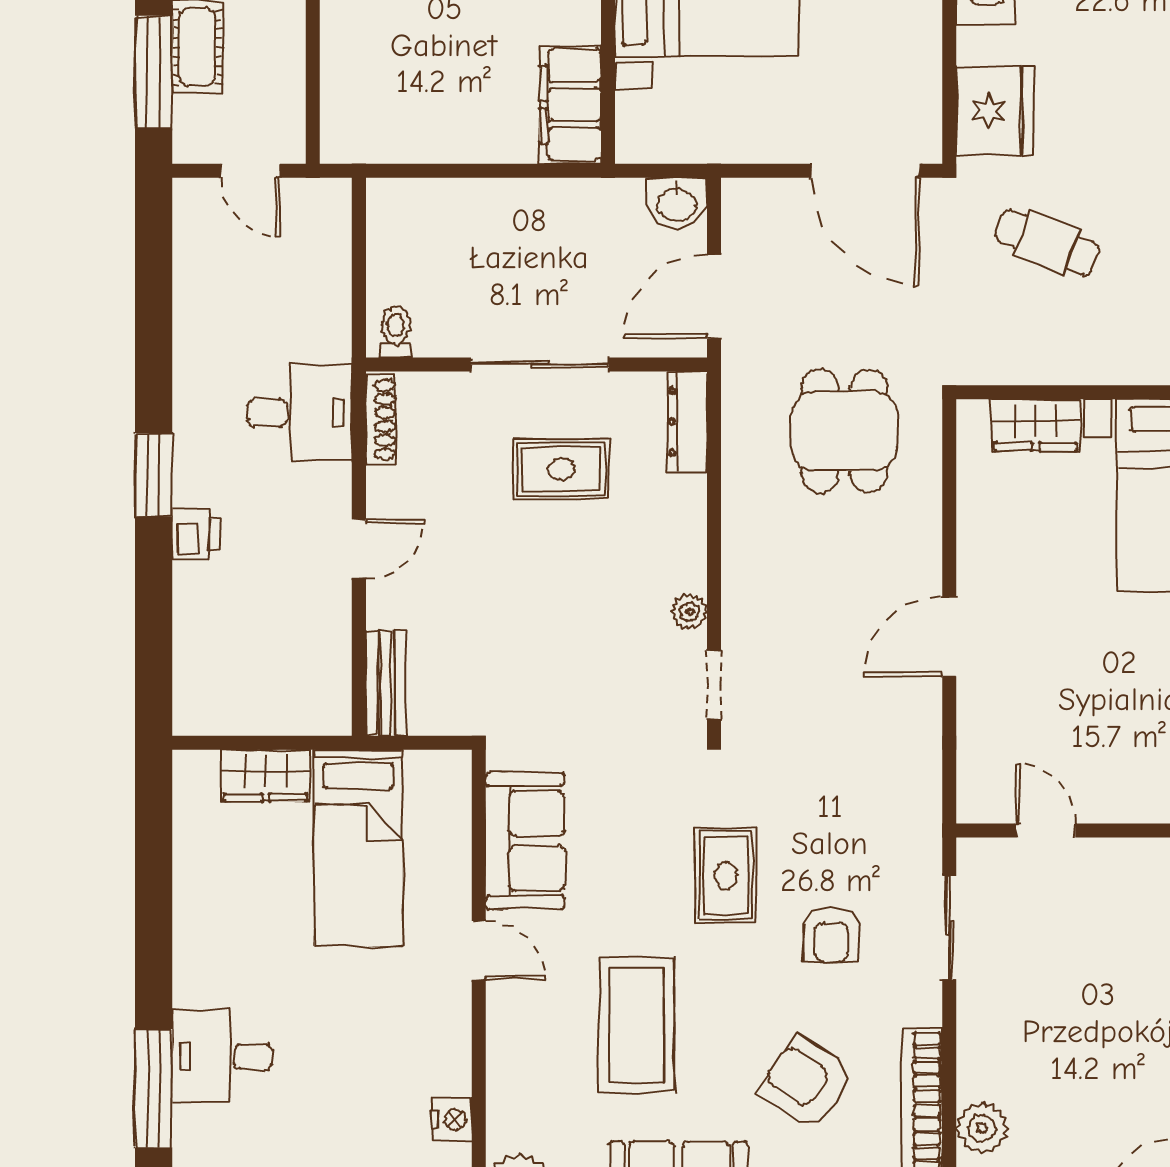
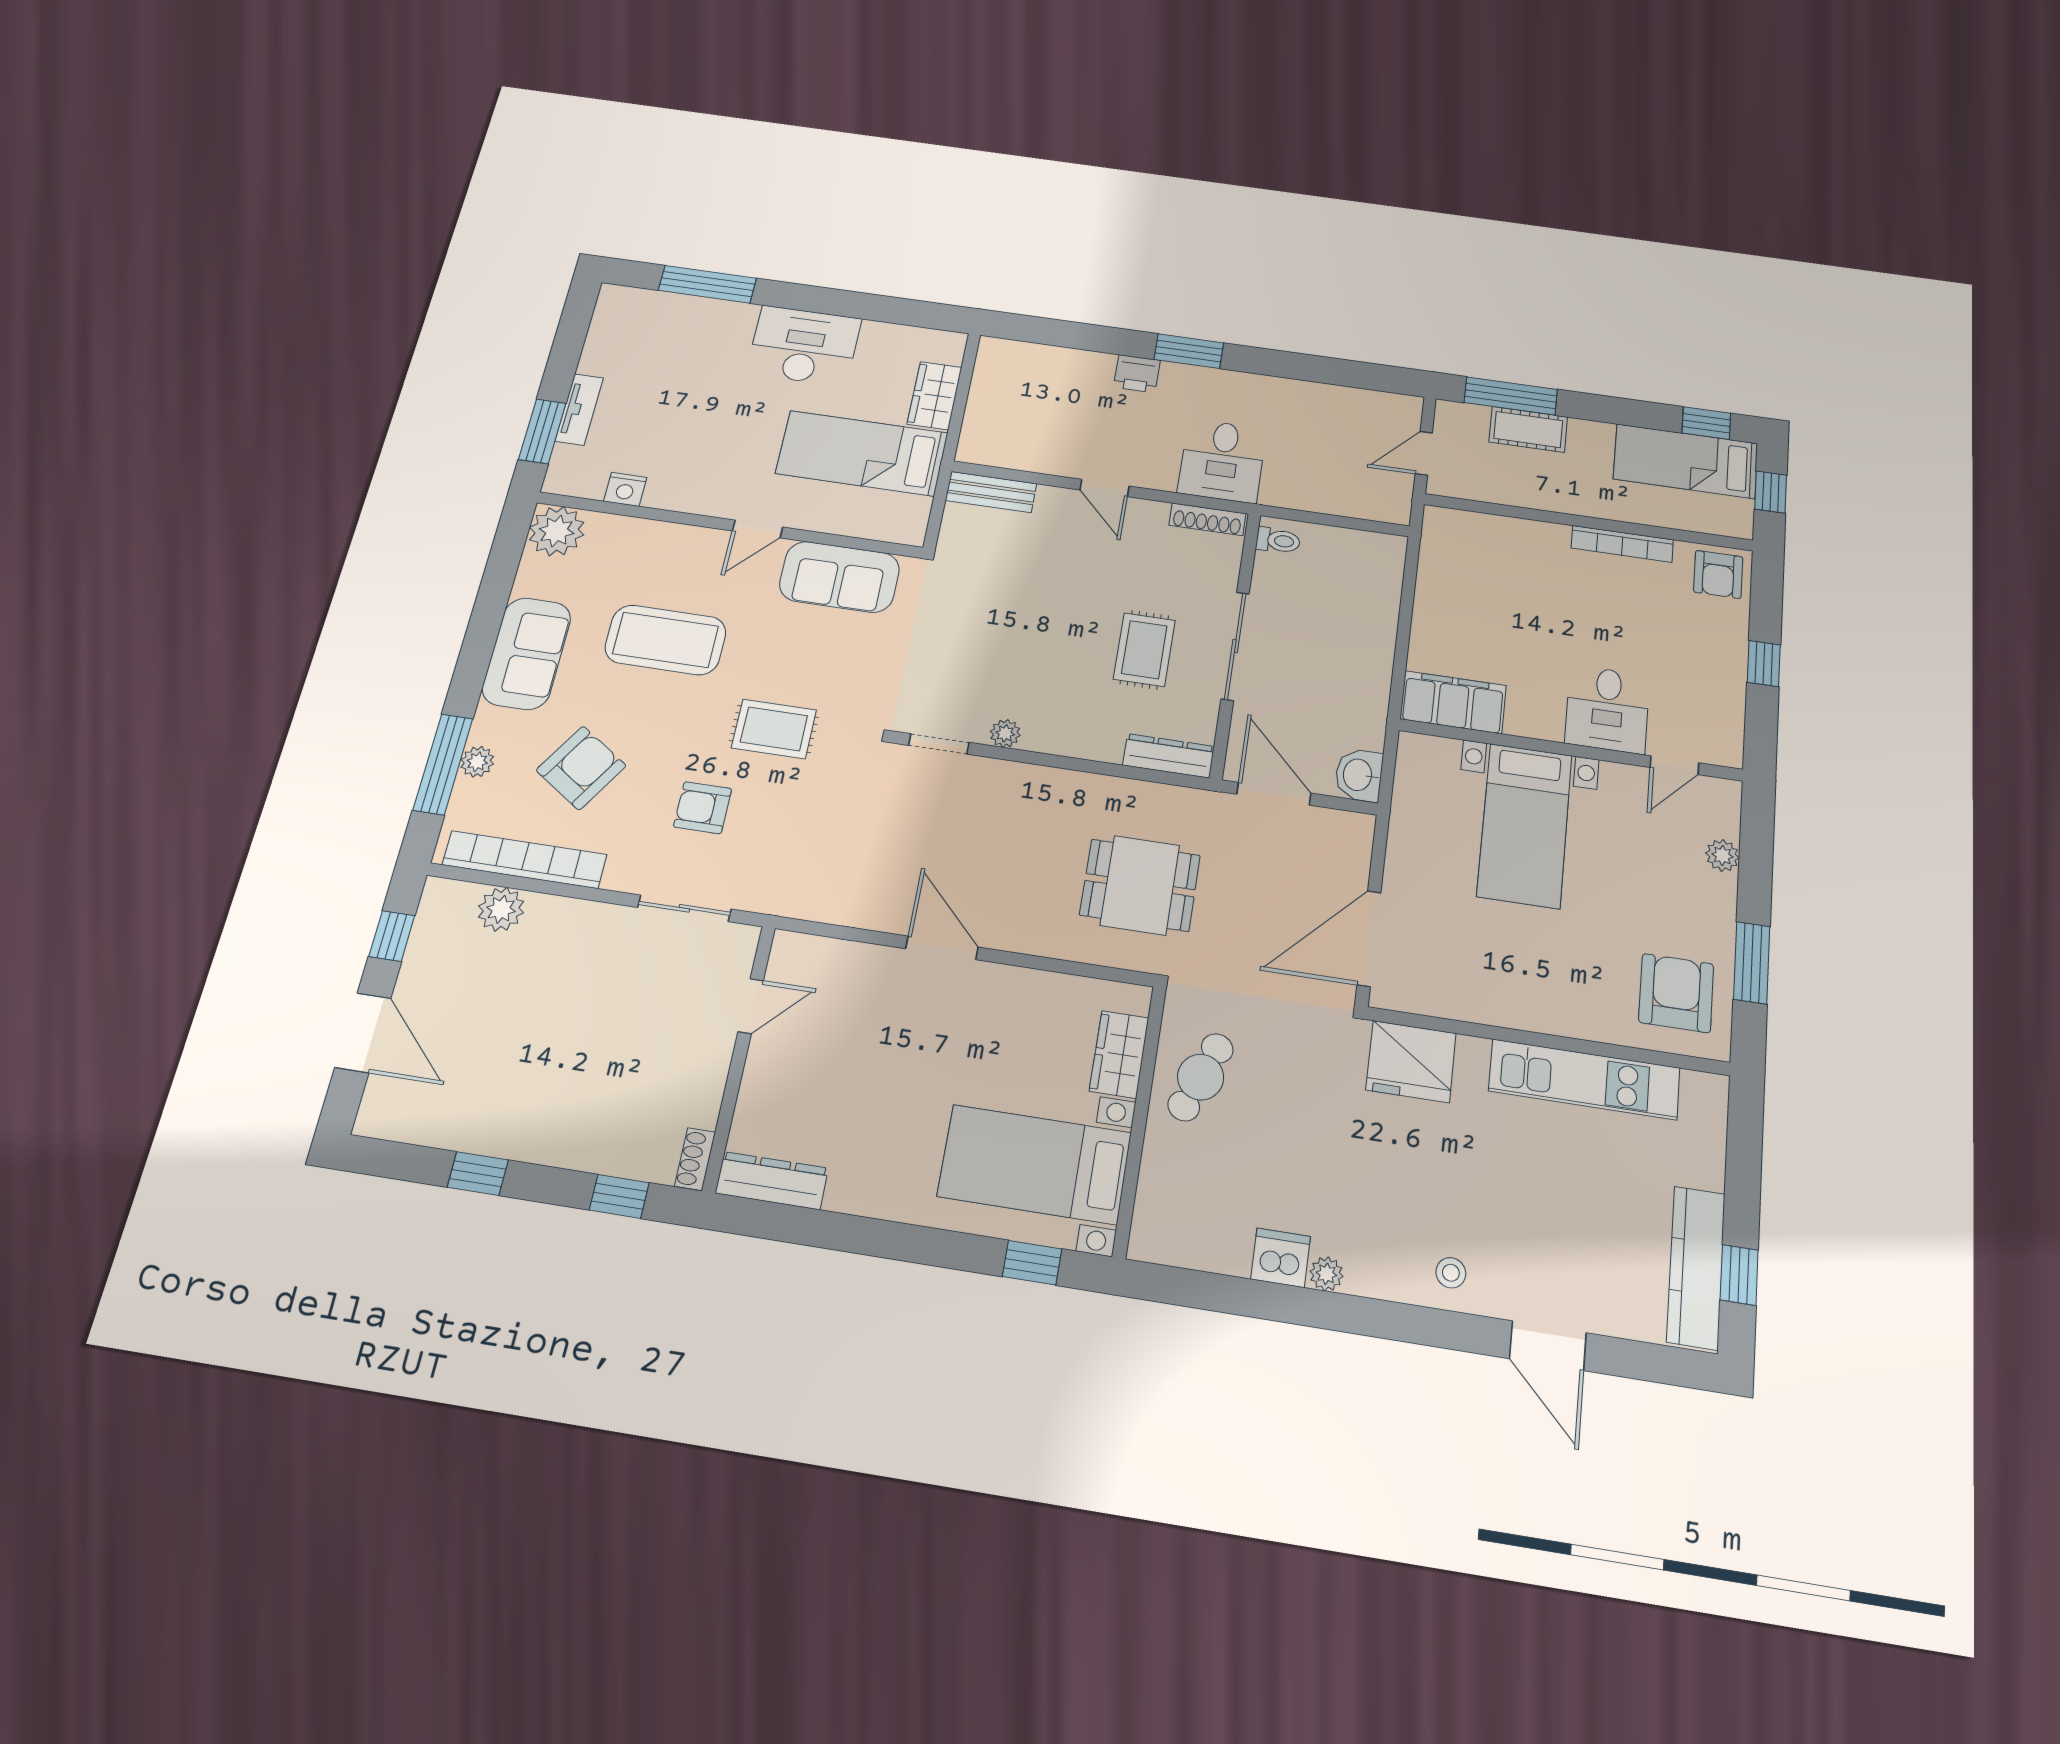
cafe table: (1047, 242) -> (1201, 1077), moved
desk: (222, 1056) -> (804, 346), moved, width x1.37

